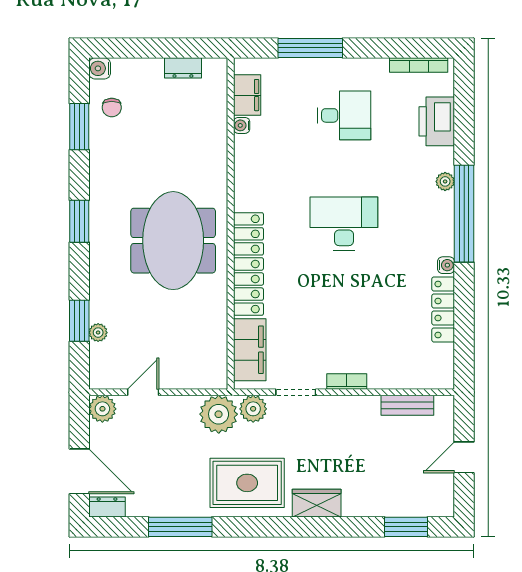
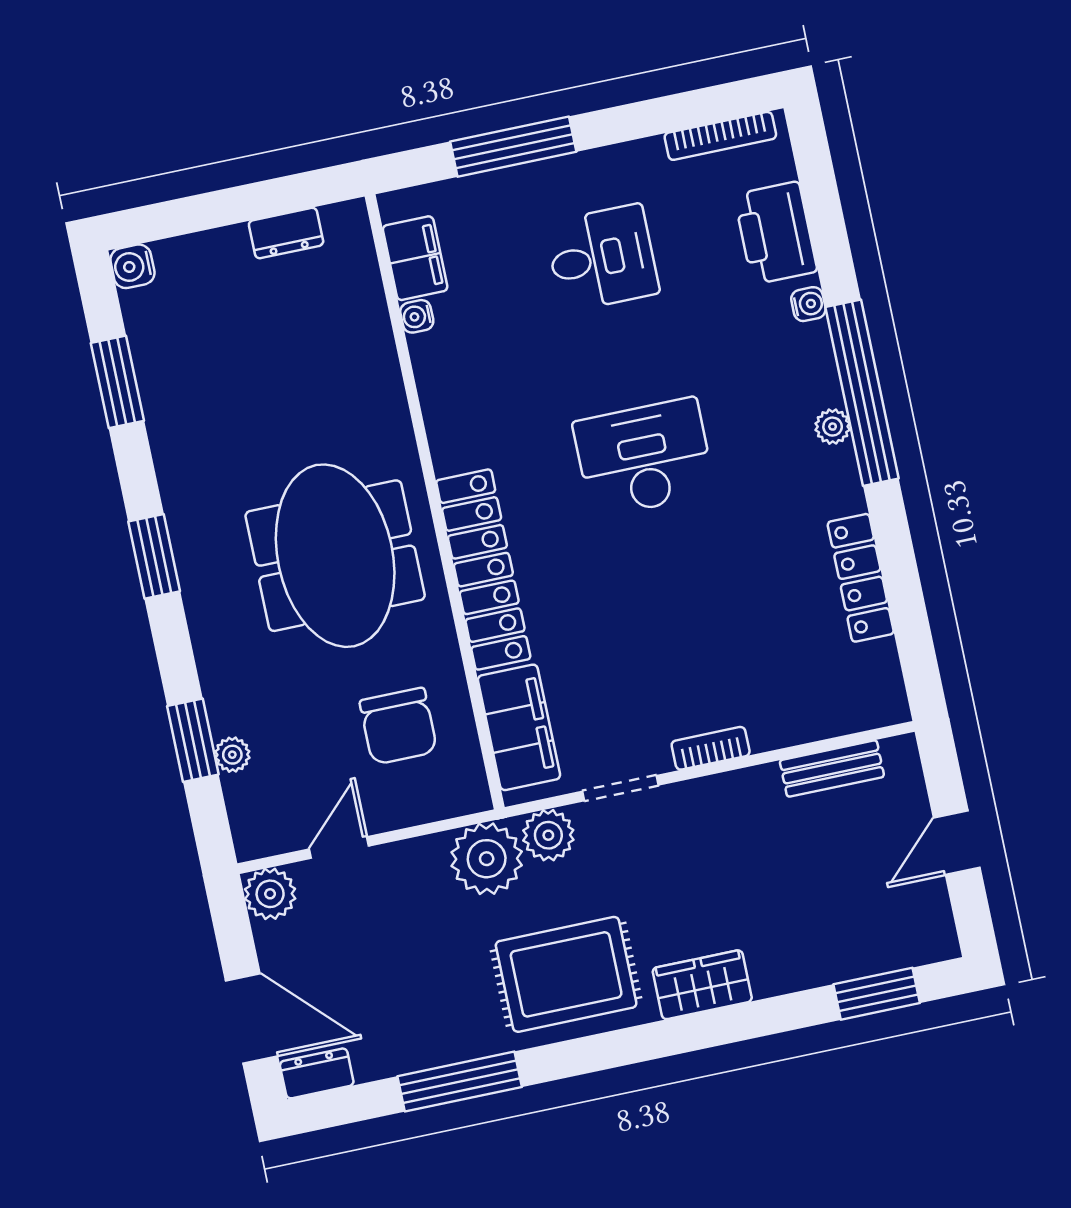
chair: (112, 107) -> (398, 726), moved, width x1.87, depth x1.87
plant: (445, 181) -> (833, 427), moved
water cooler: (446, 265) -> (808, 304), moved

